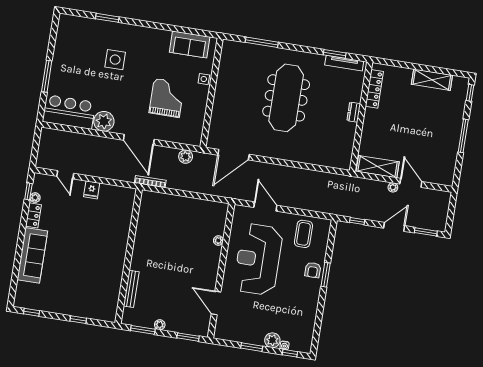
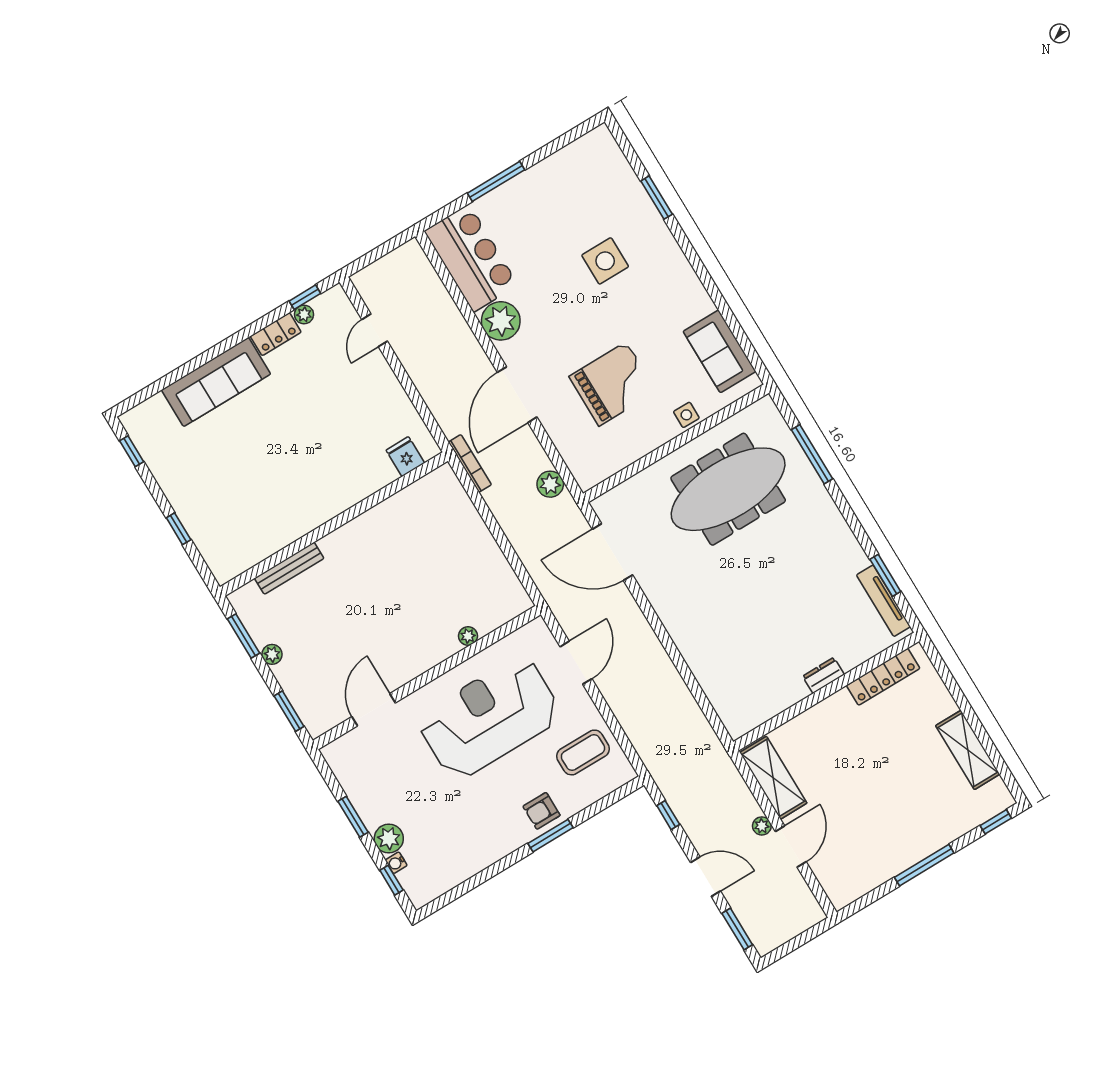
meeting table: (286, 98) -> (728, 489), moved
fridge: (92, 190) -> (405, 457), moved, turned 90

